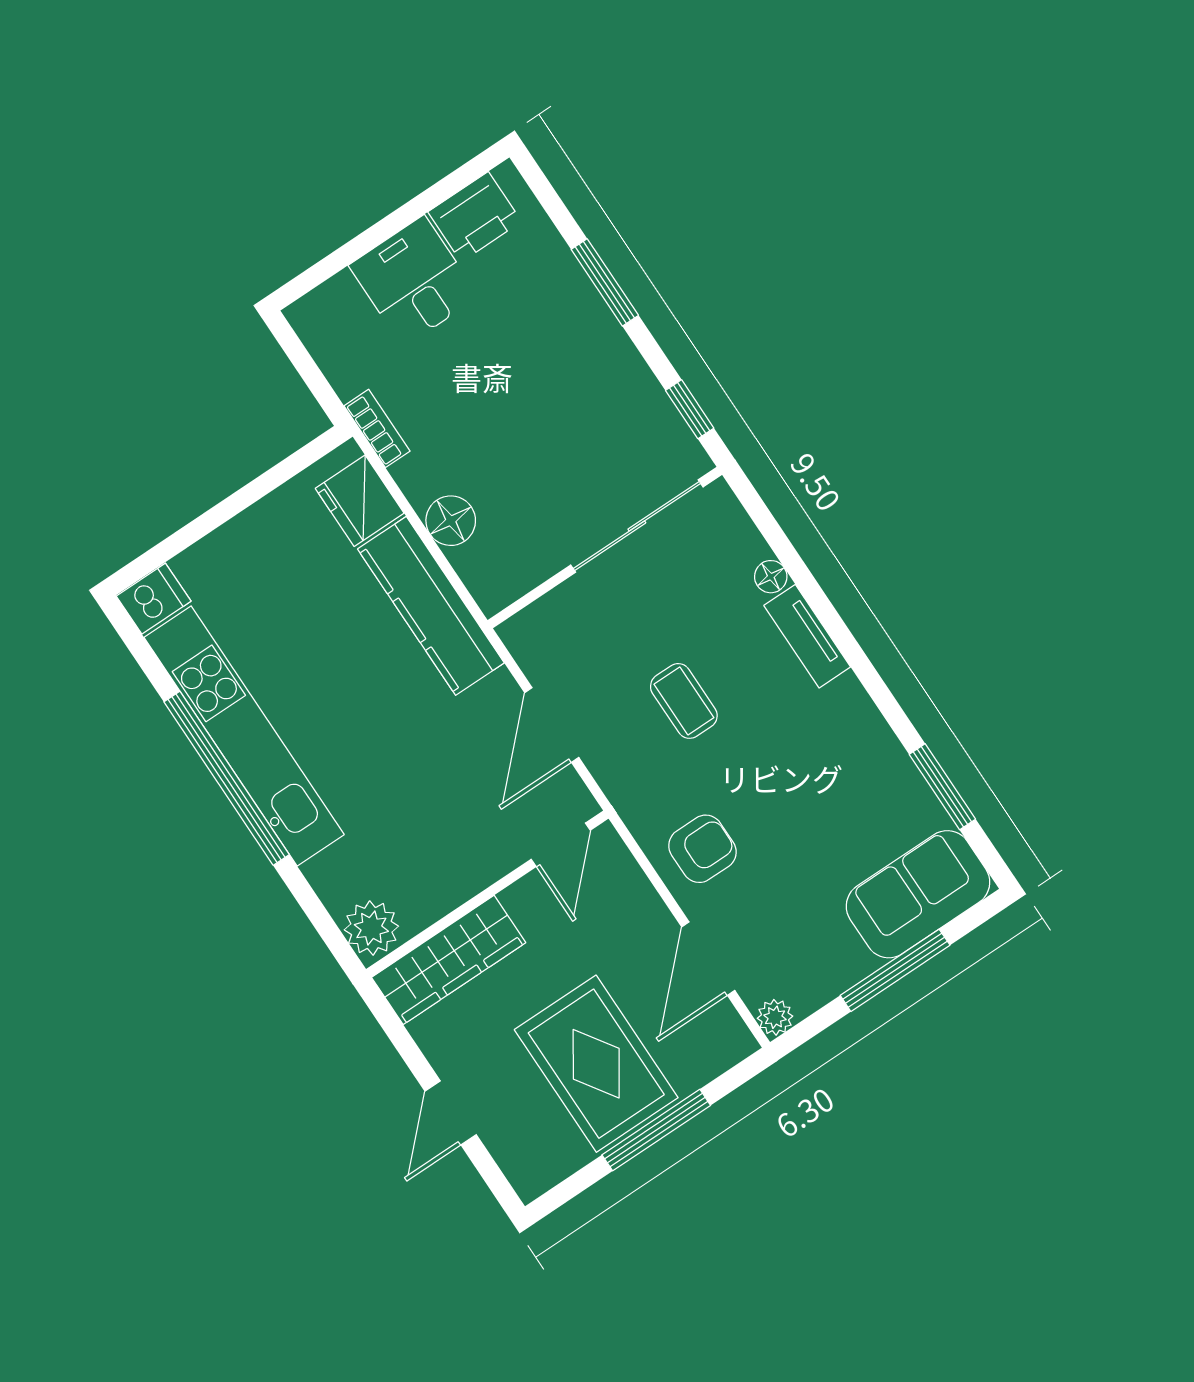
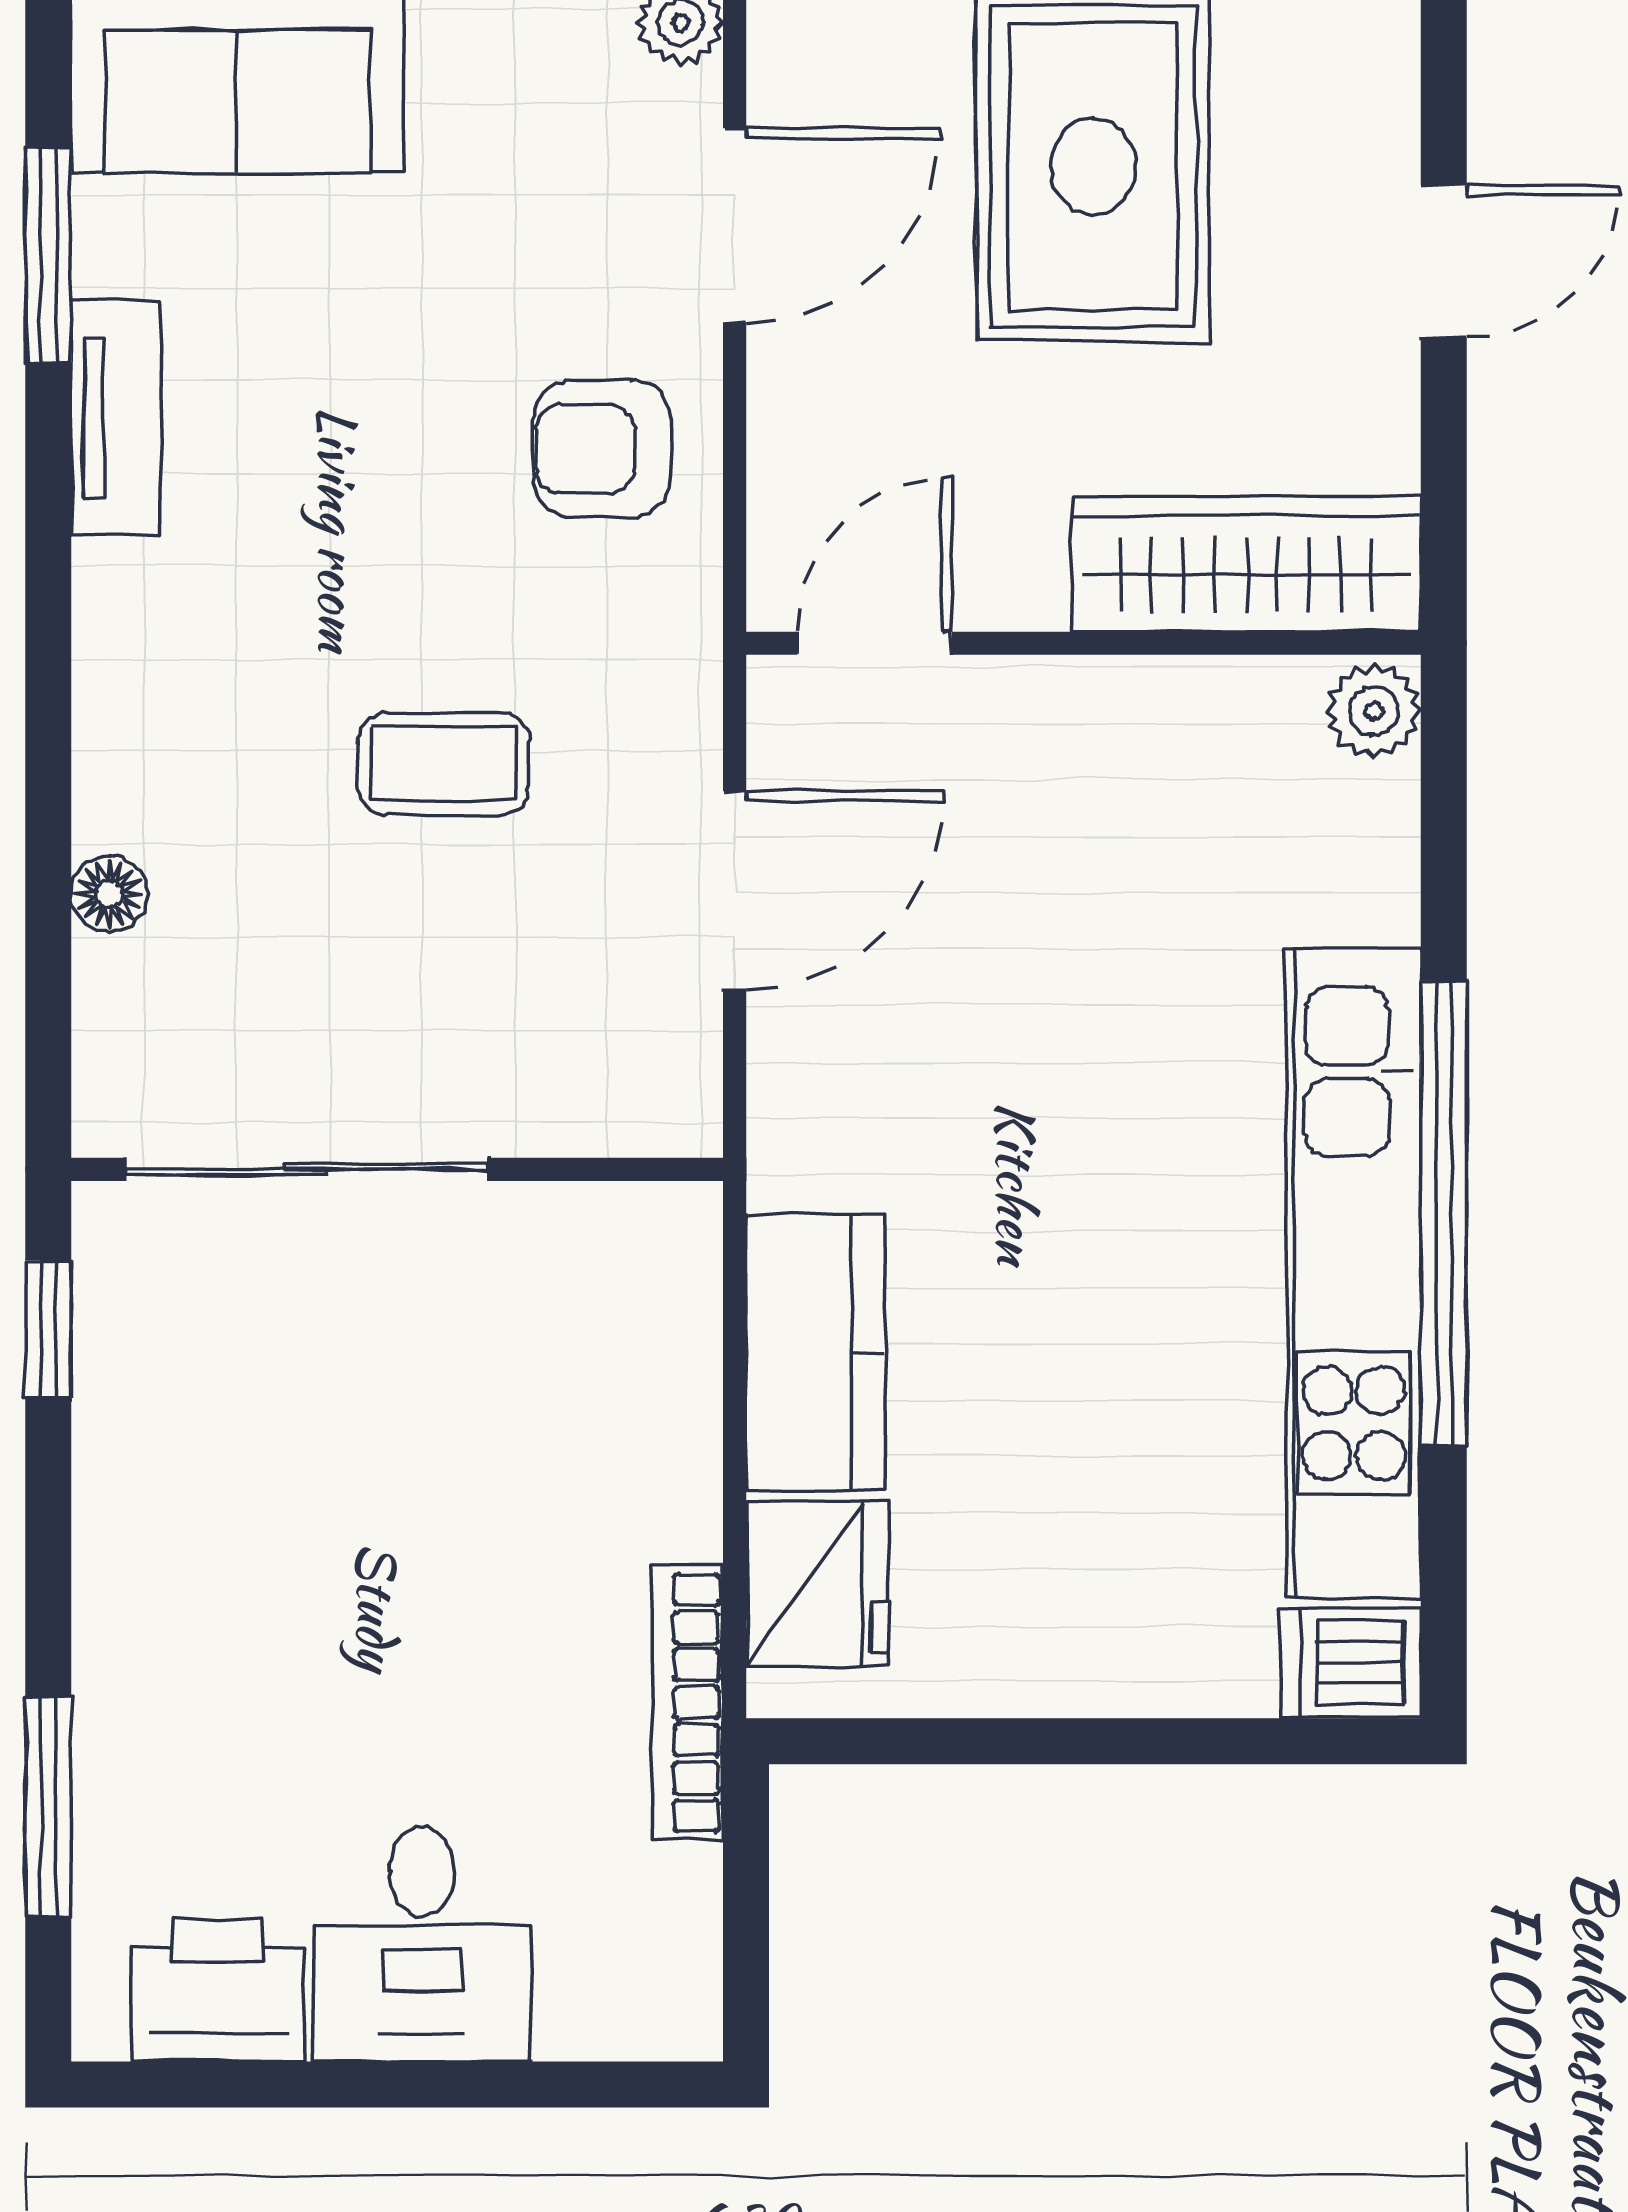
window: (605, 282) -> (48, 1807), moved
bookcase: (377, 428) -> (688, 1703), width x1.56
floor lamp: (451, 521) -> (665, 1425), removed
kitchen counter: (431, 606) -> (816, 1353), width x0.67
tv unit: (807, 636) -> (116, 418), moved
coffee table: (684, 701) -> (444, 764), turned 90
plant: (371, 928) -> (1374, 711), width x0.73, depth x0.73

